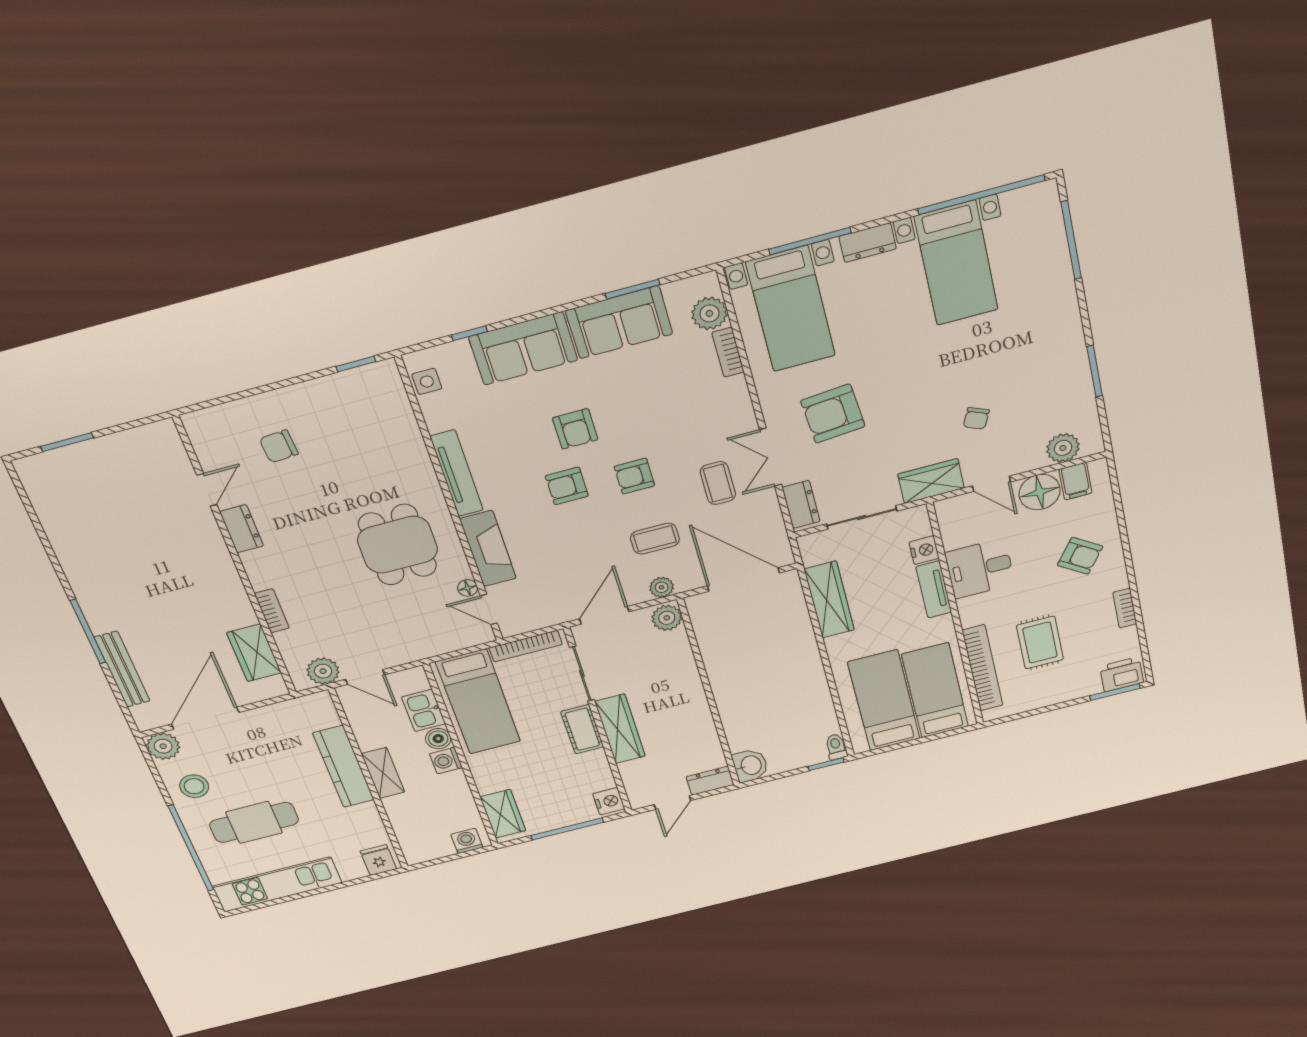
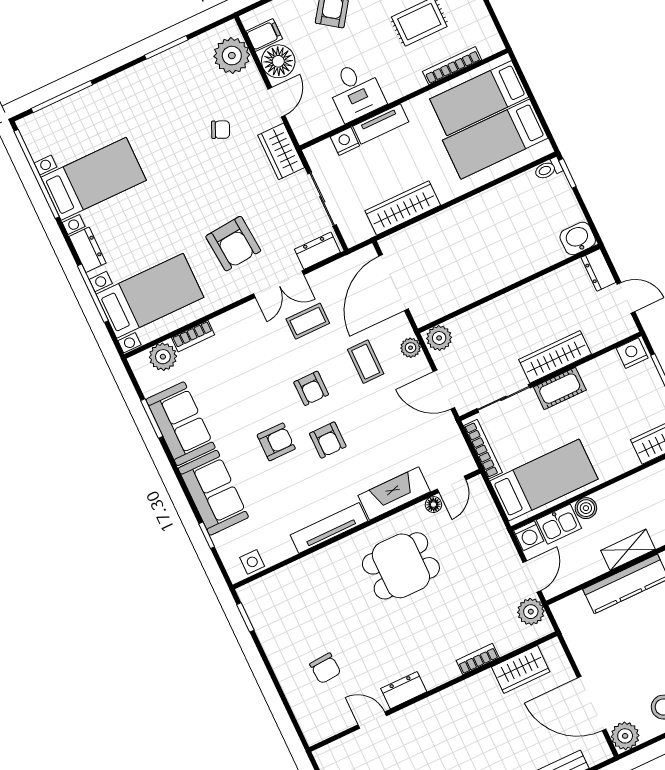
plant: (1063, 448) -> (232, 56), width x1.36, depth x1.36
bookcase: (983, 668) -> (452, 66), width x0.68, depth x0.76
washing machine: (446, 761) -> (529, 536), moved

